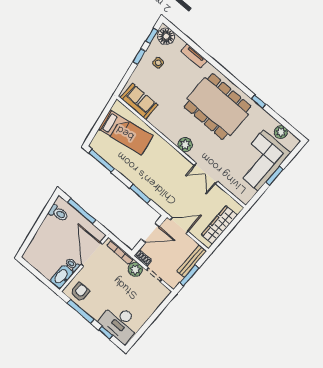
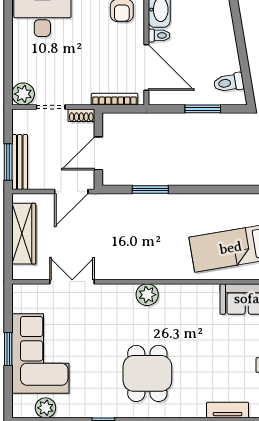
dining table: (218, 107) -> (147, 373), width x0.53, depth x0.80
window: (102, 161) -> (231, 190), removed
double door: (206, 173) -> (72, 282), moved
window: (82, 211) -> (203, 109), width x0.69
plant: (135, 269) -> (23, 94), moved
window: (189, 275) -> (8, 162), moved

